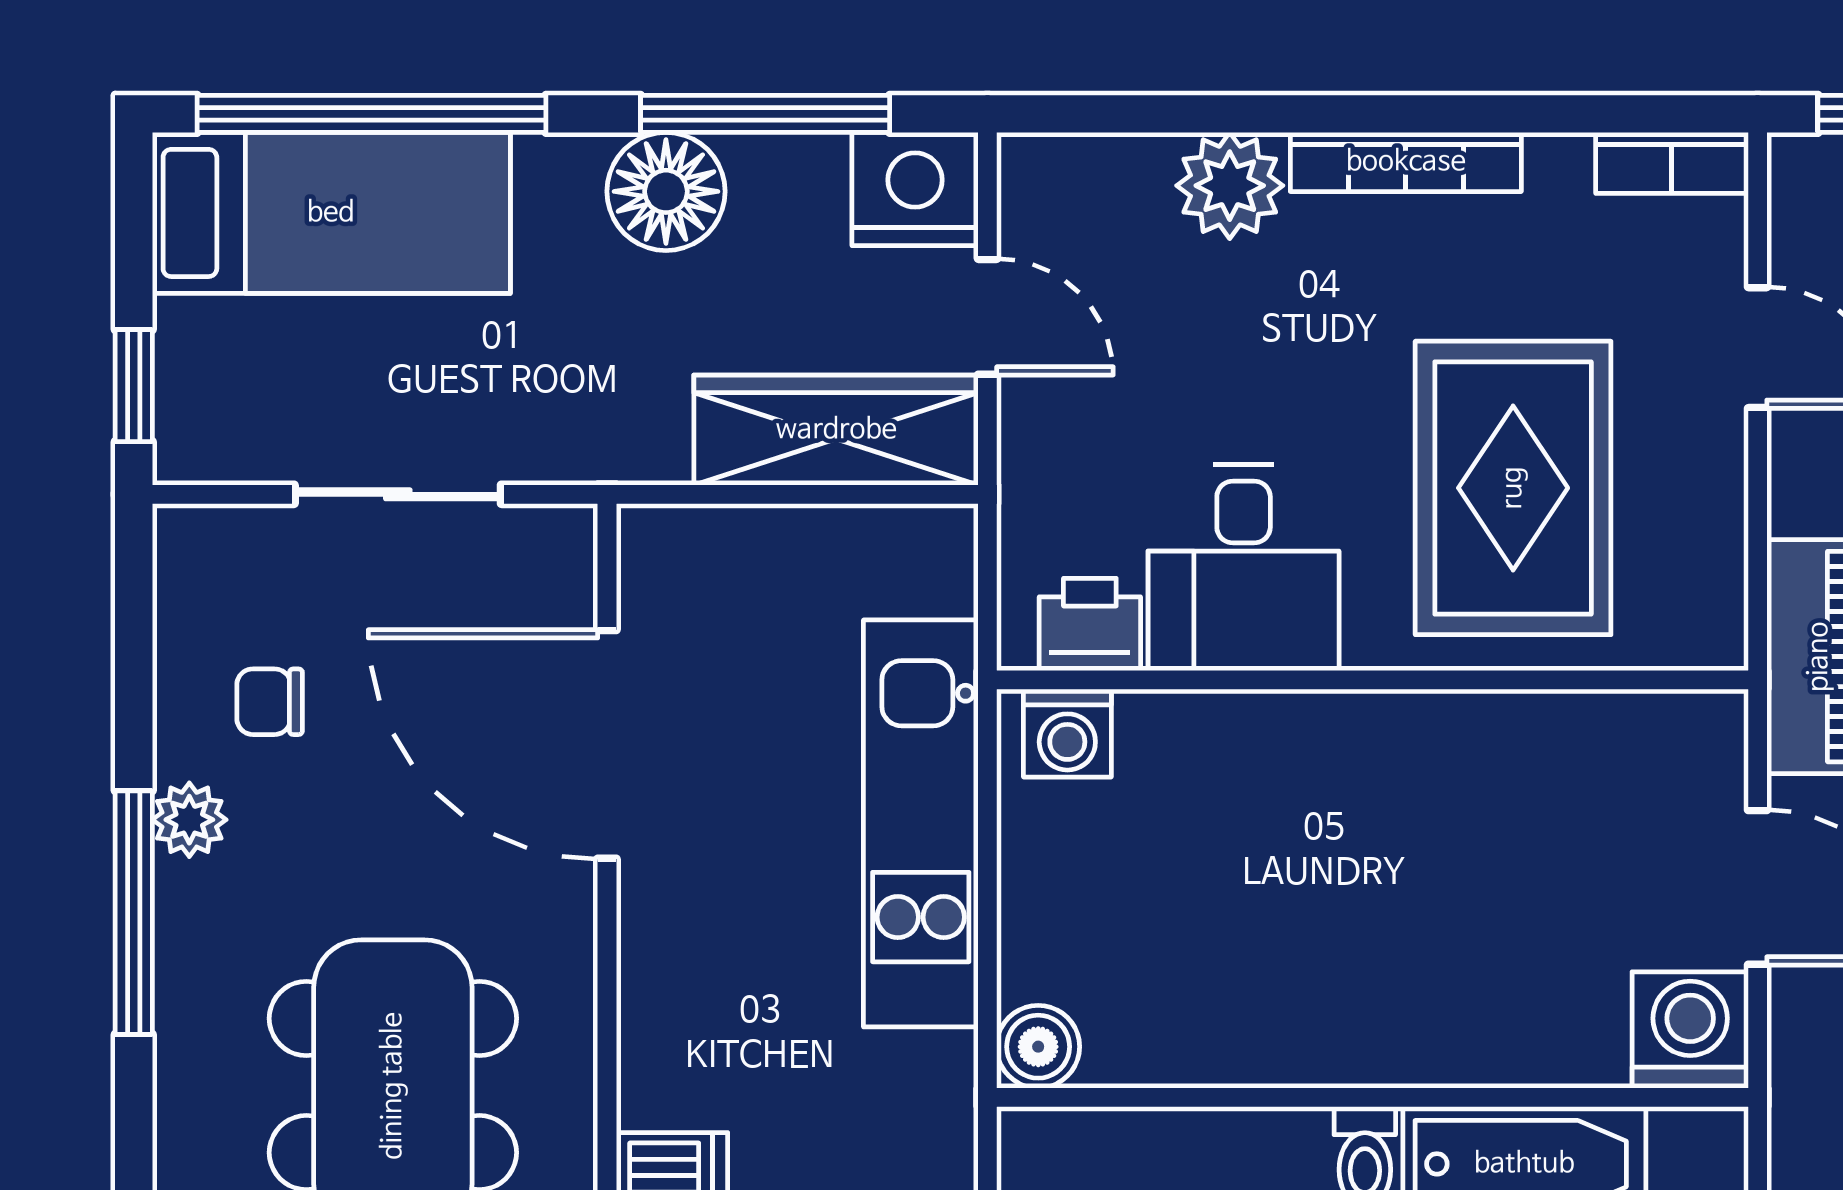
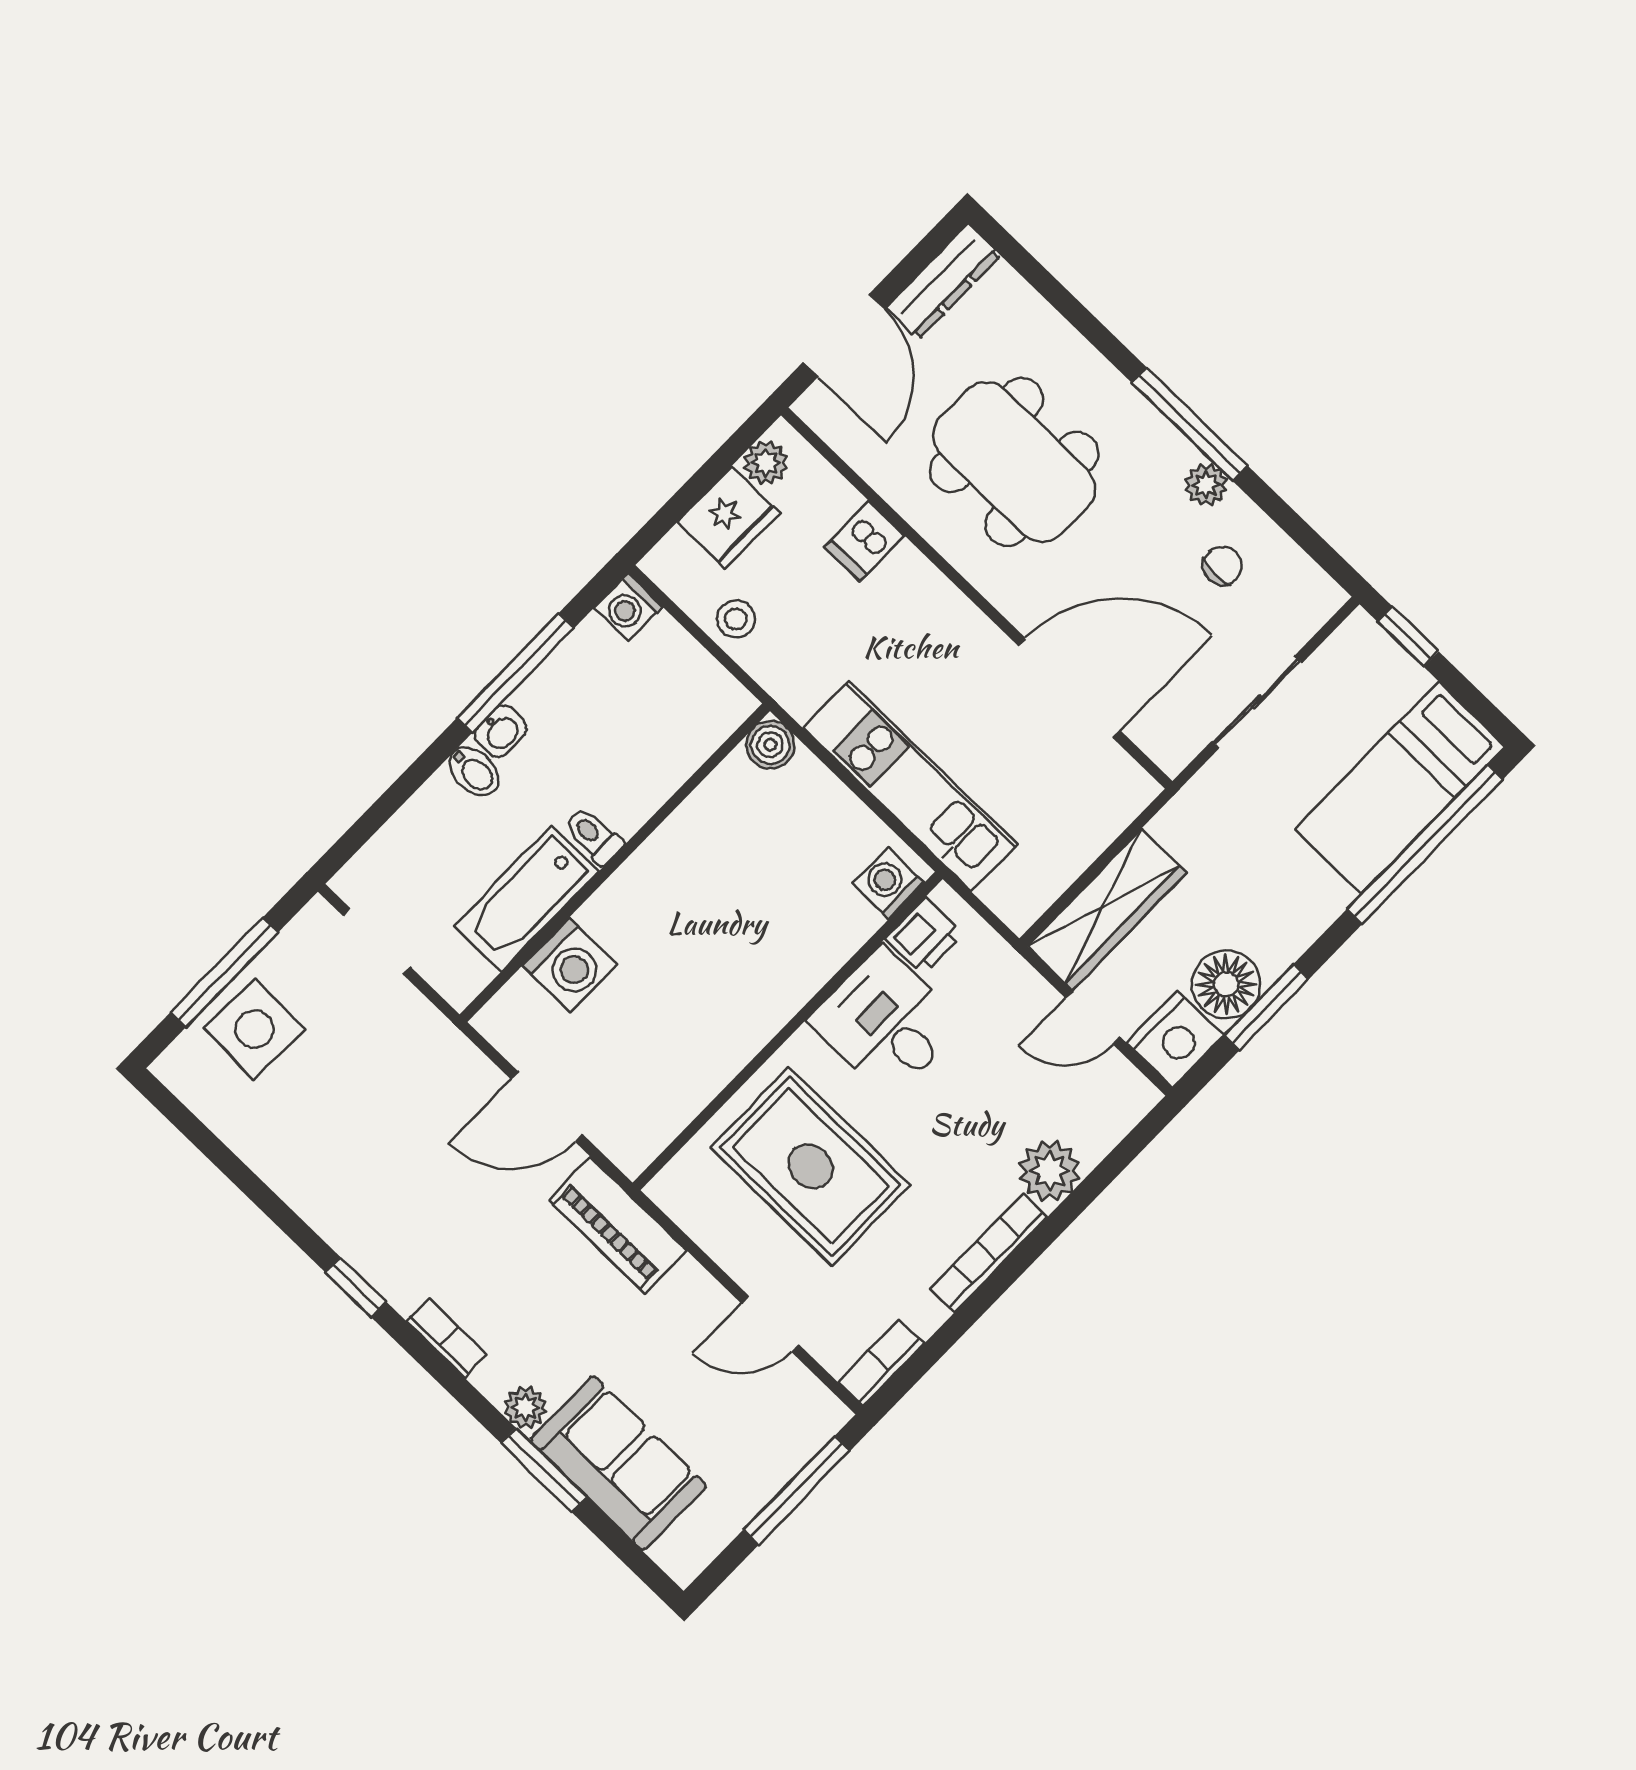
window: (765, 114) -> (1266, 1007), width x0.69
floor lamp: (666, 191) -> (1226, 984), moved
washing machine: (1690, 1030) -> (570, 965), moved

